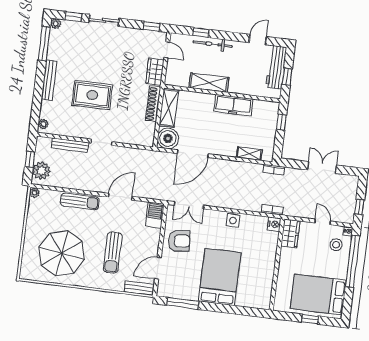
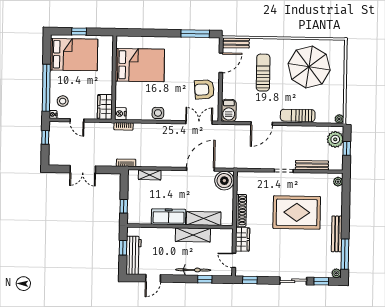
bench: (49, 80) -> (337, 234), moved
rug: (92, 95) -> (297, 212), width x1.37, depth x1.44
shelving: (169, 108) -> (204, 218), moved, turned 90
bed: (220, 277) -> (140, 65), moved, turned -90

